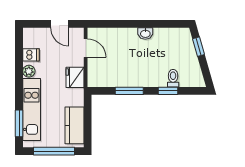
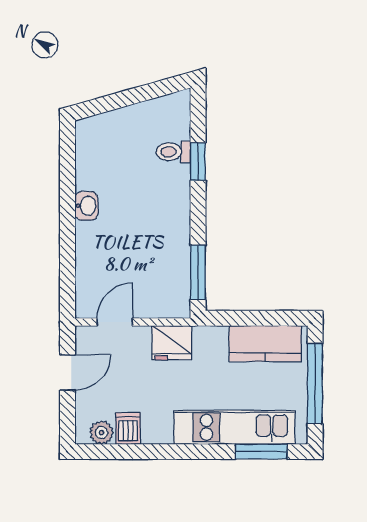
window: (199, 47) -> (112, 102), removed
plant: (29, 71) -> (101, 433), moved
window: (129, 91) -> (198, 272), moved

